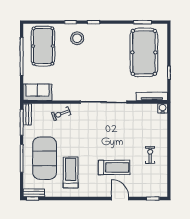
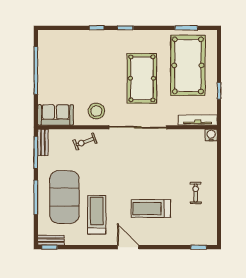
stool: (77, 38) -> (96, 111), moved
pool table: (43, 46) -> (142, 78), moved
treadmill: (114, 167) -> (151, 209), turned 180
door: (120, 199) -> (128, 247), moved

